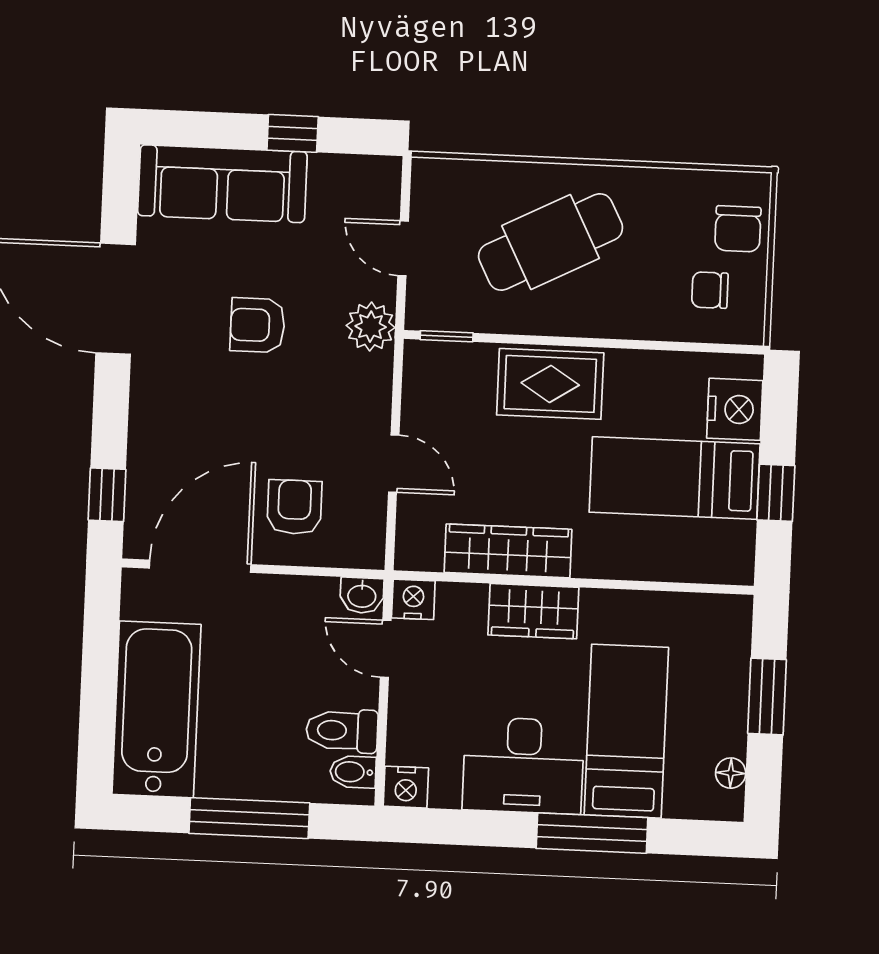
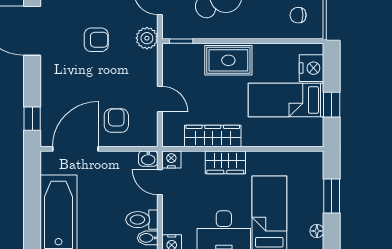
armchair: (257, 325) -> (96, 40), turned 180

